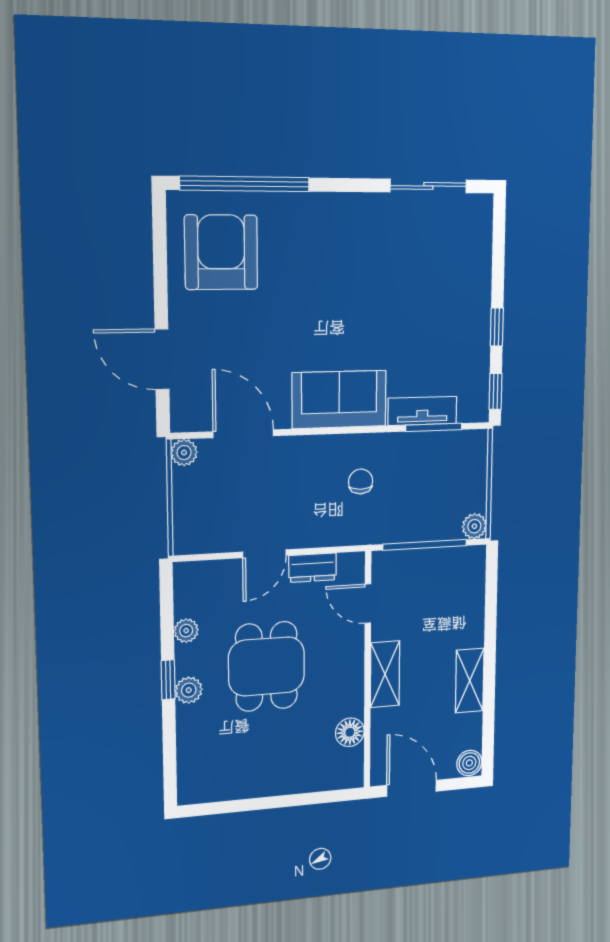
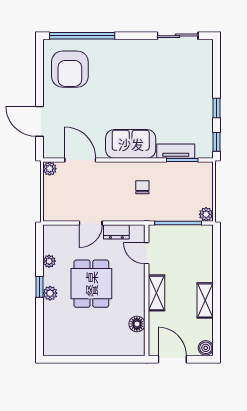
armchair: (221, 252) -> (70, 69), turned 180

